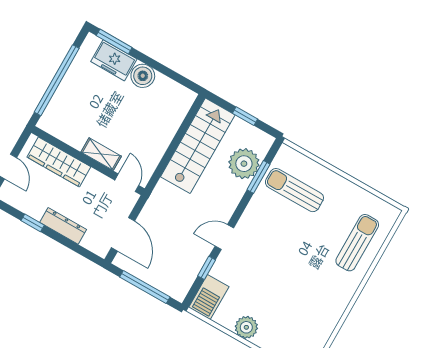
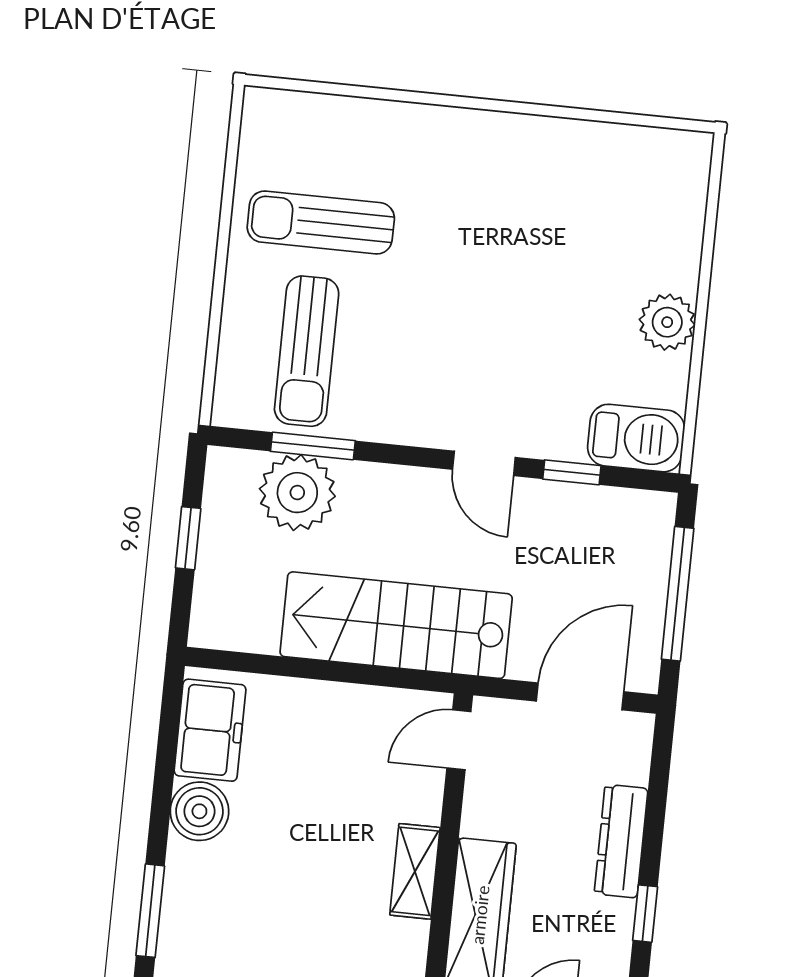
freezer: (114, 60) -> (210, 730), moved
stairs: (198, 146) -> (396, 625), moved
shelving: (101, 154) -> (415, 871), moved
sun lounger: (357, 243) -> (321, 222), moved

